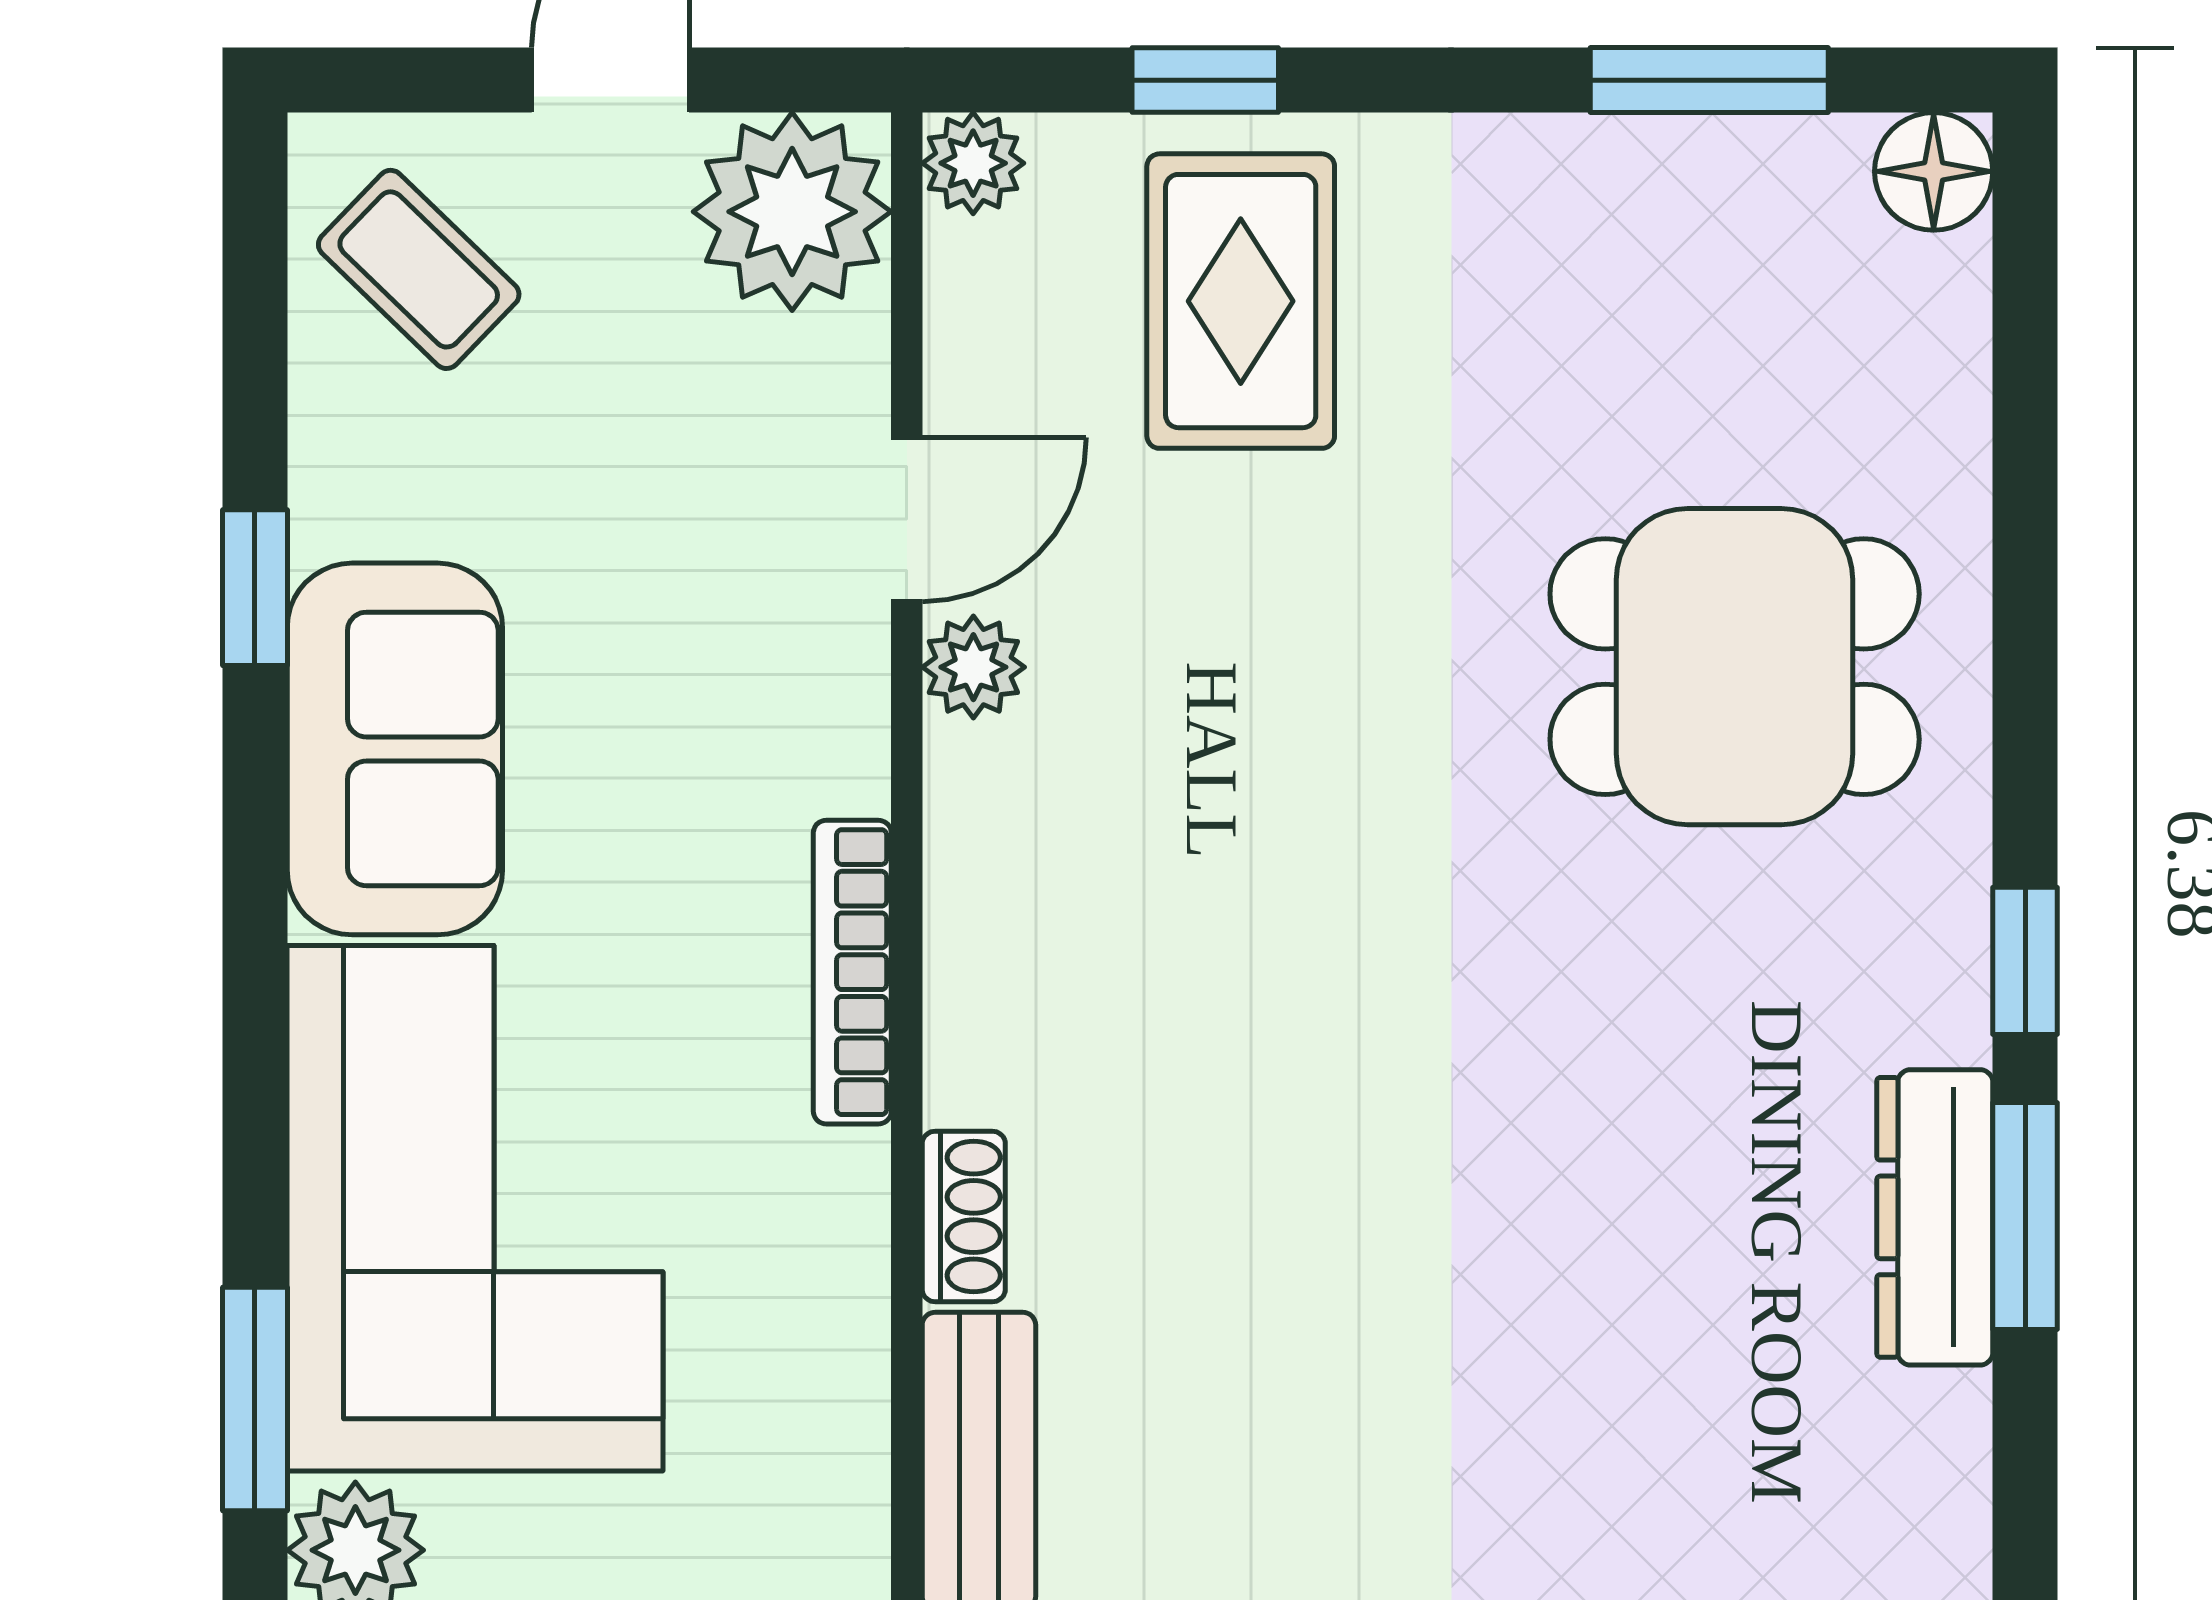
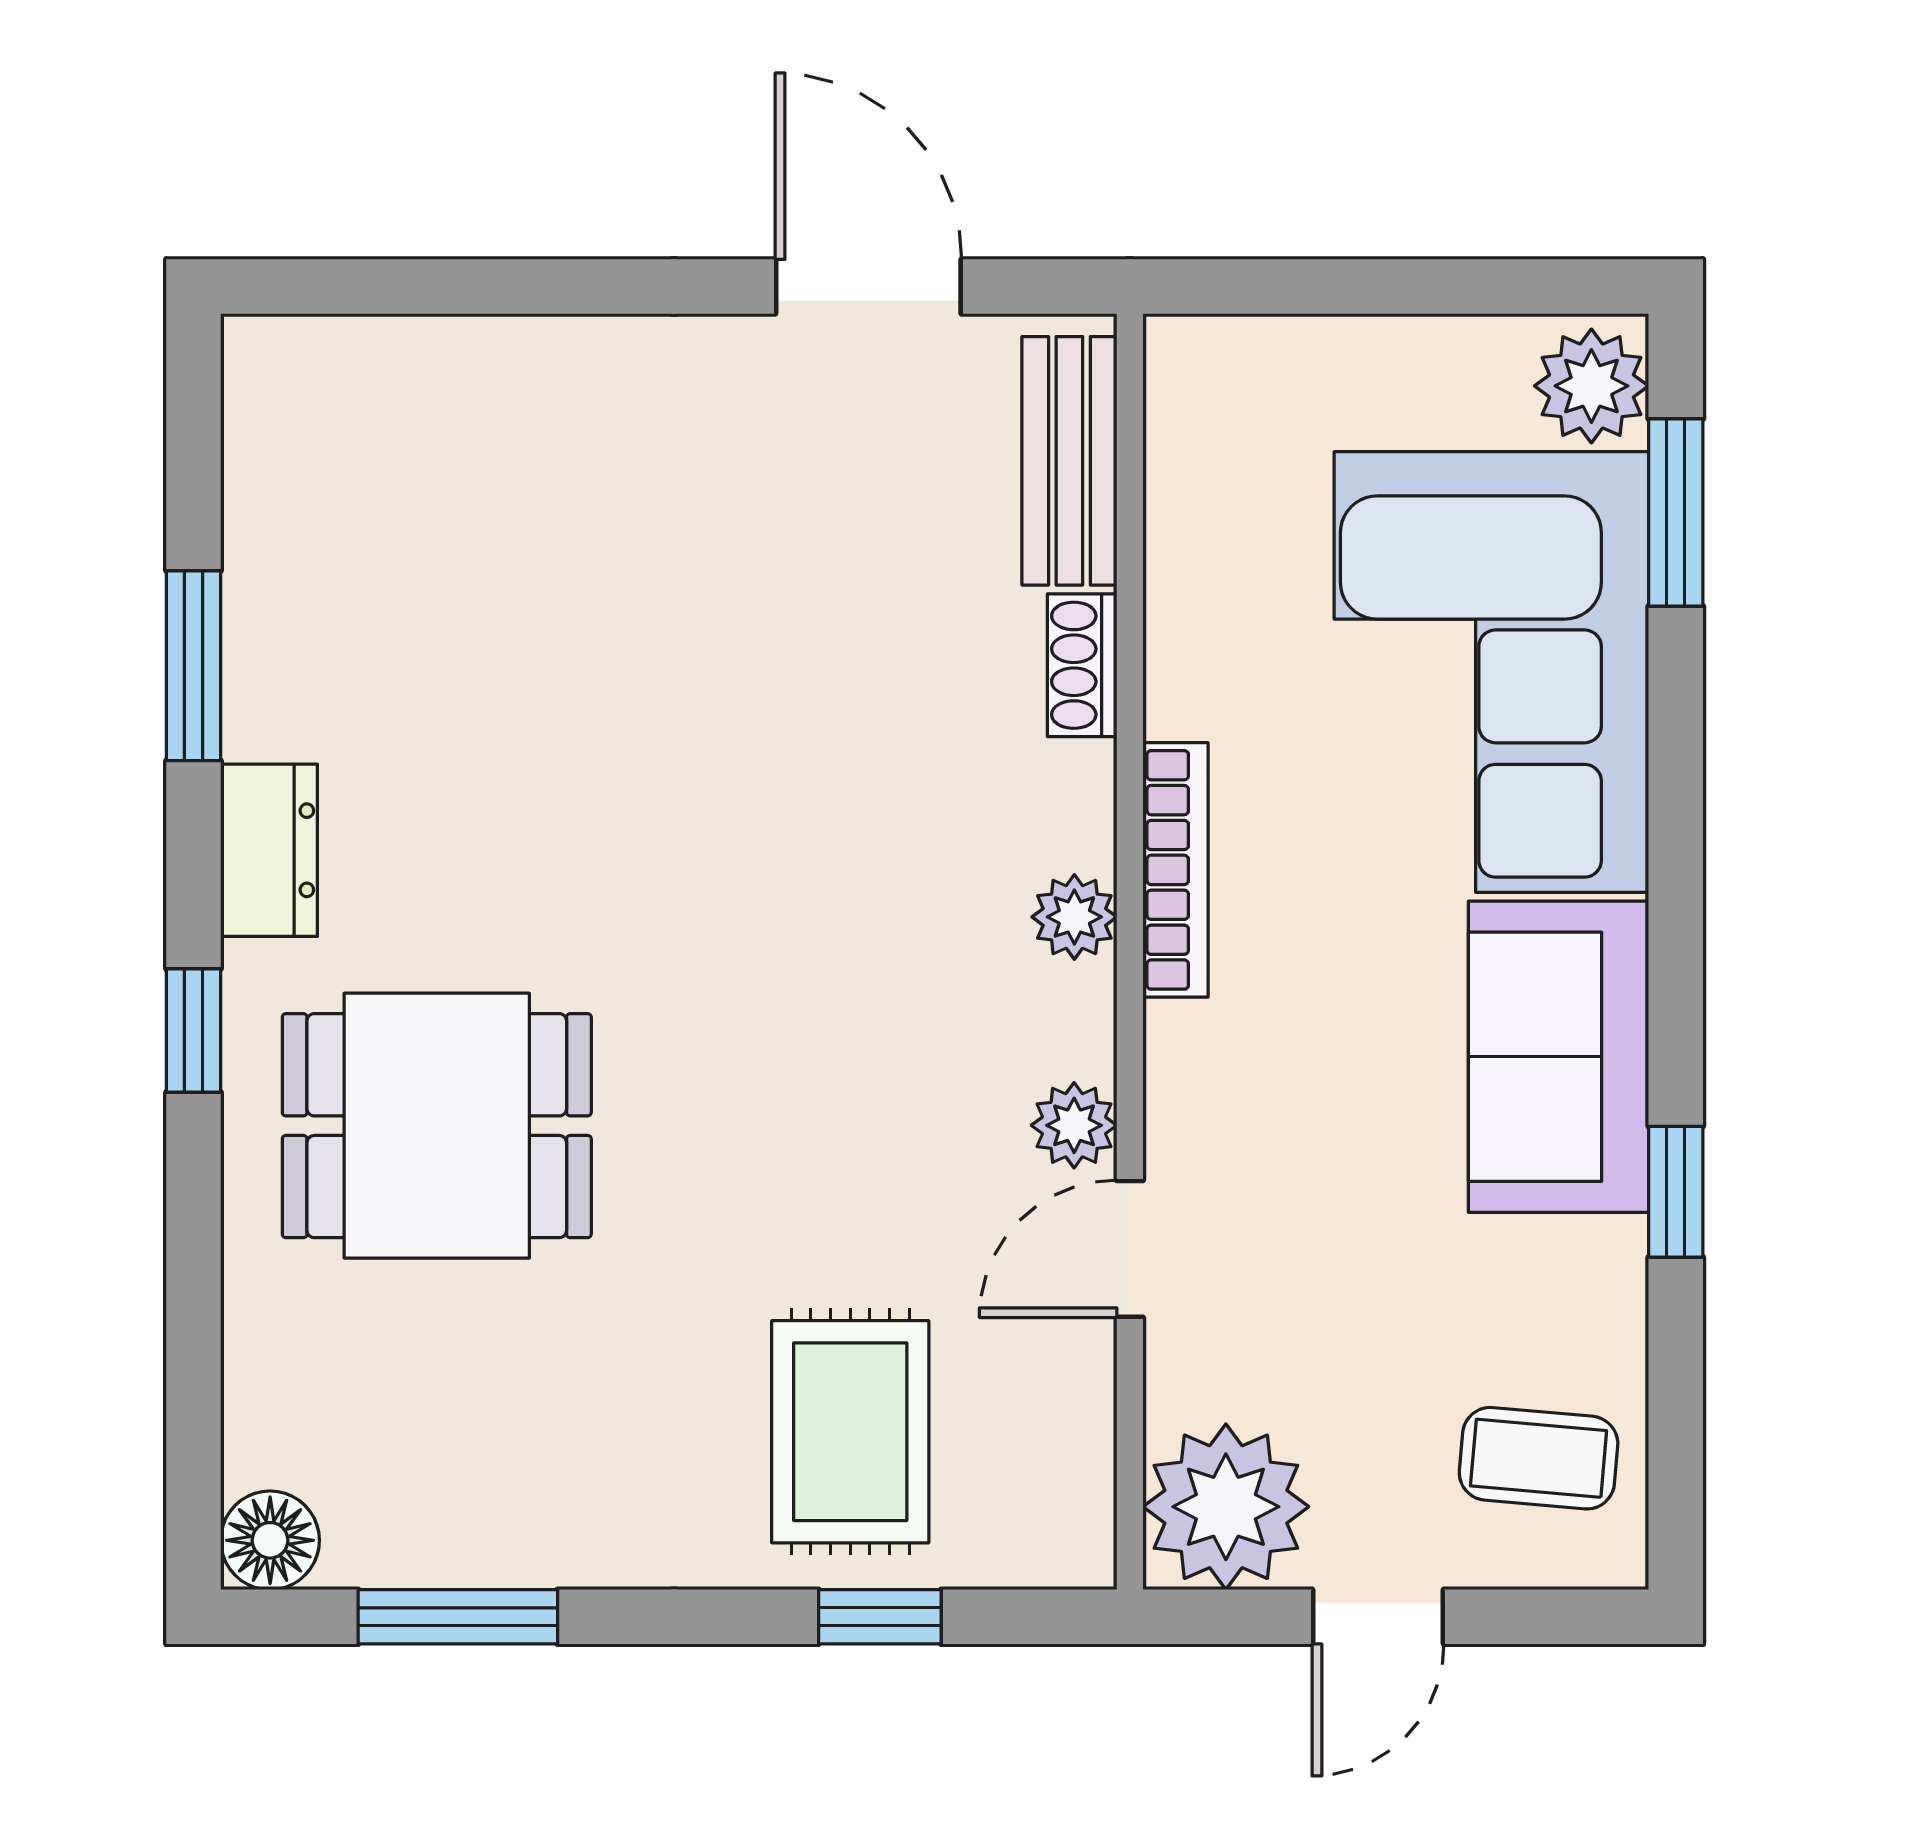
plant: (973, 163) -> (1074, 917), moved
coffee table: (419, 269) -> (1539, 1458), turned -39
window: (2025, 961) -> (193, 1031), moved
dresser: (1935, 1217) -> (269, 850), moved, width x0.70

